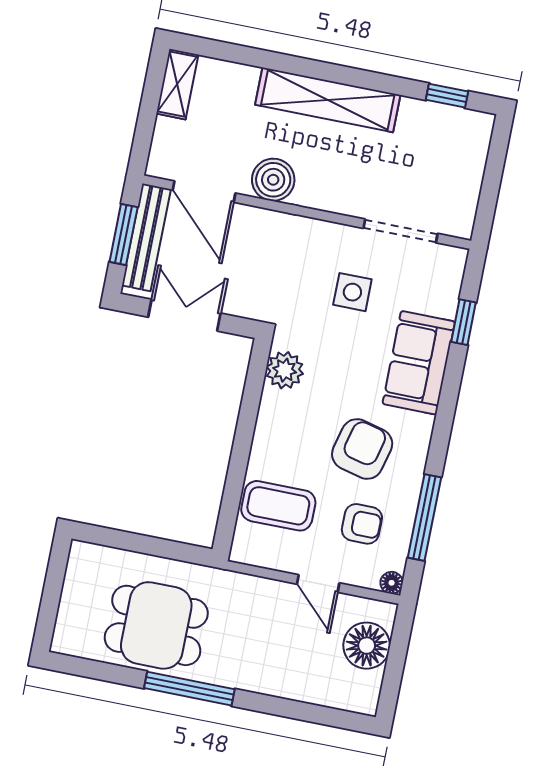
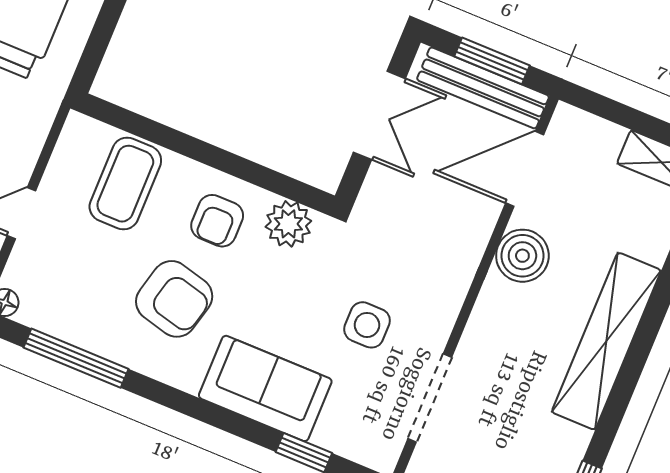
armchair: (362, 524) -> (217, 221), moved

